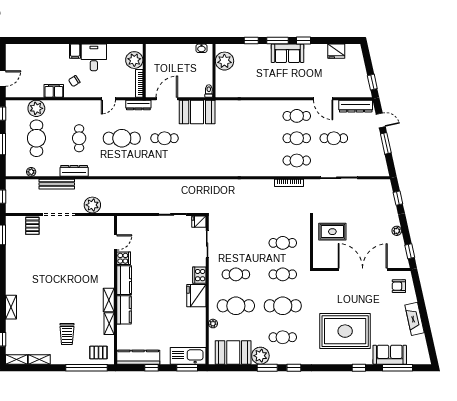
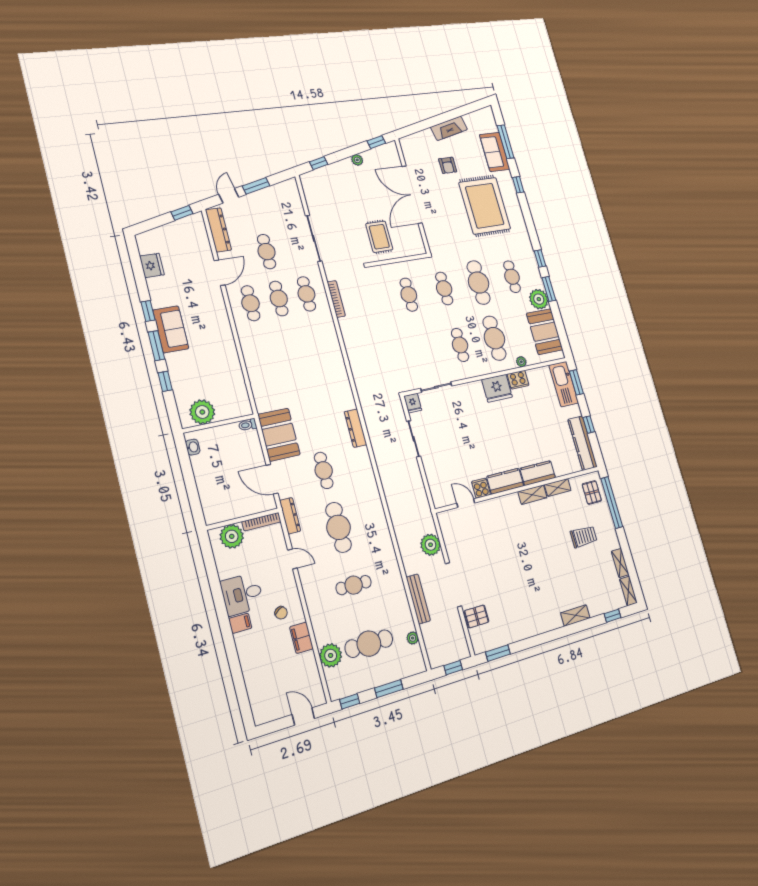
dresser: (74, 171) -> (356, 428), moved
cooker: (199, 275) -> (518, 380), moved
armchair: (399, 286) -> (448, 165), moved

